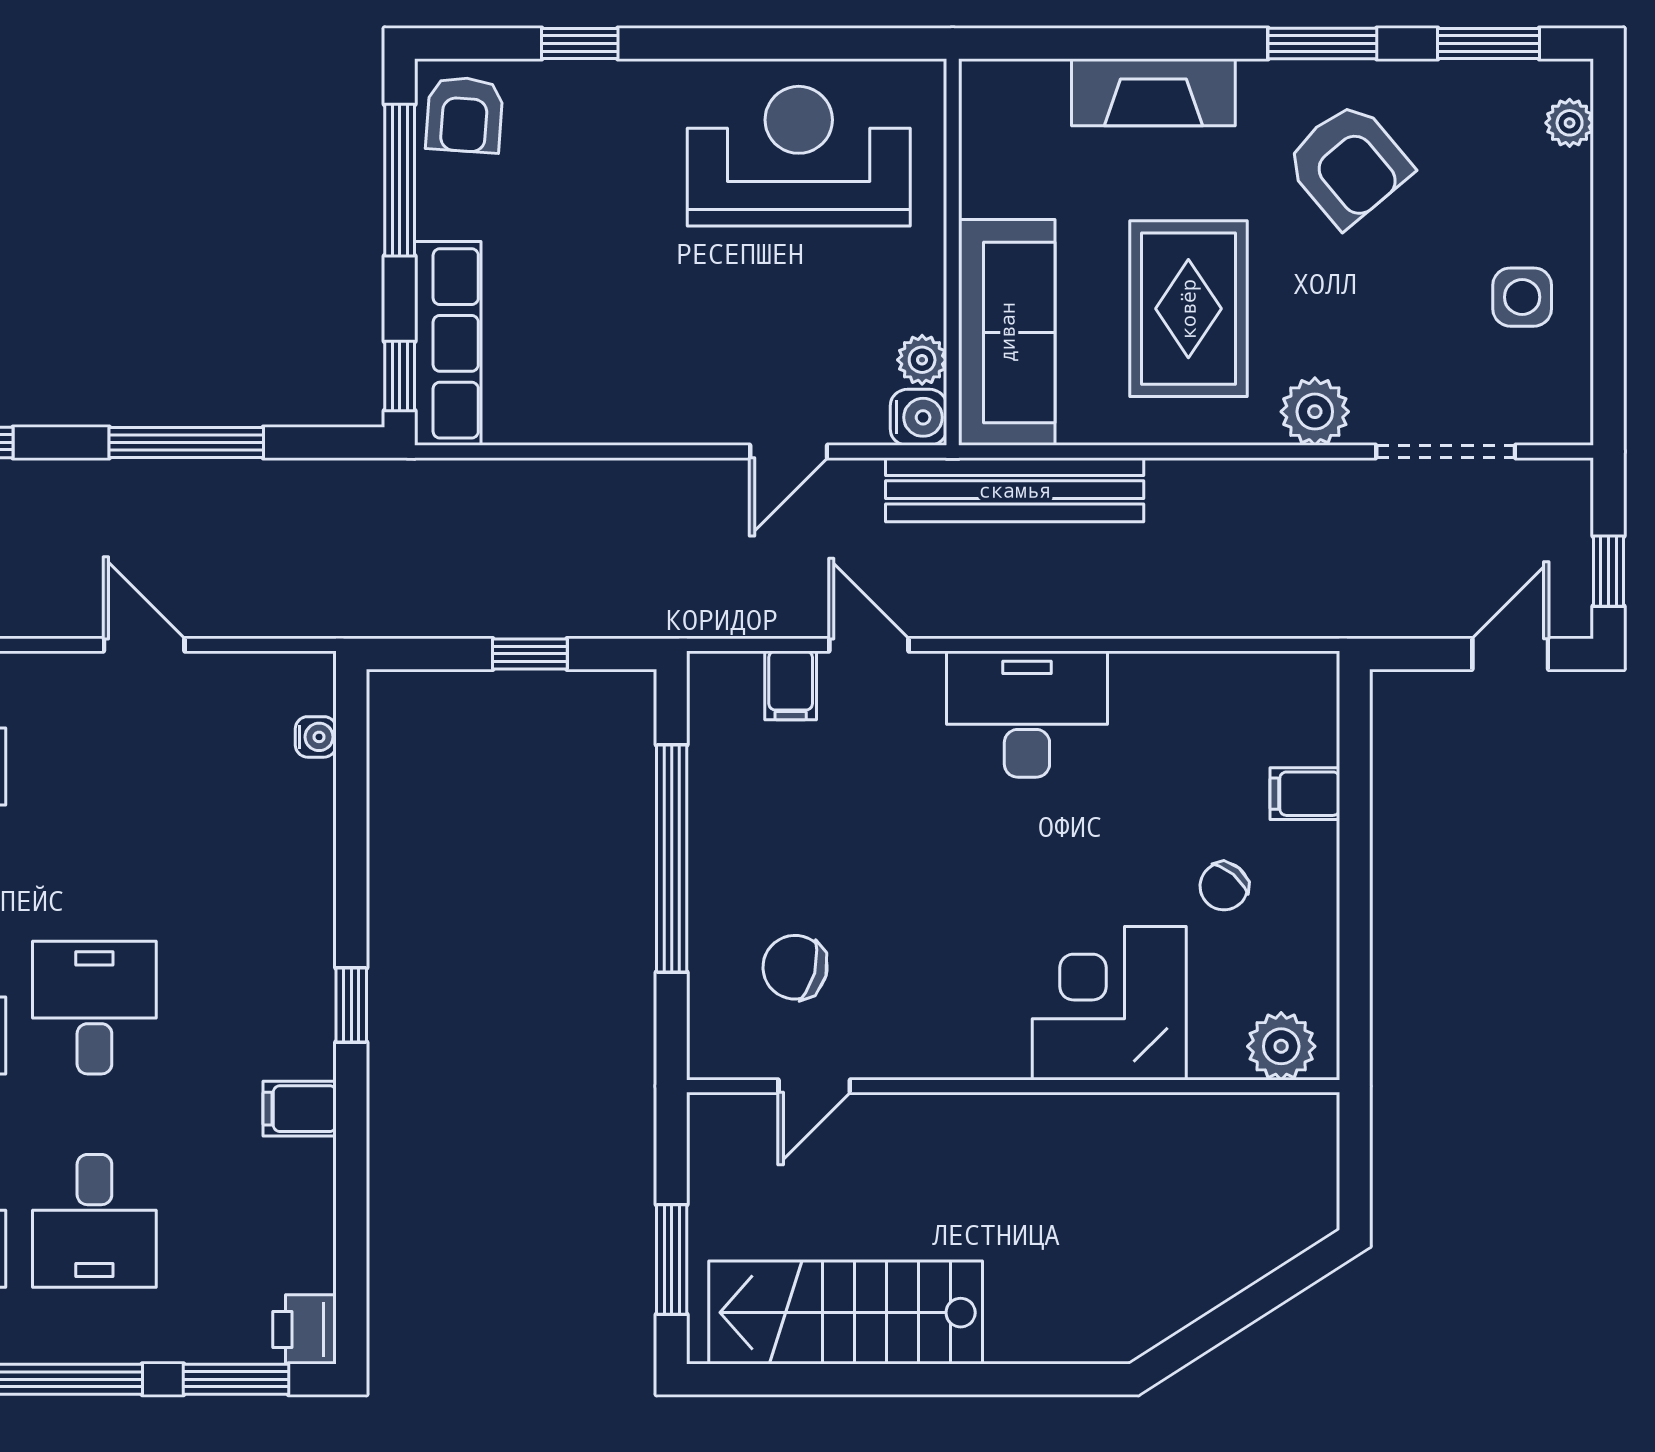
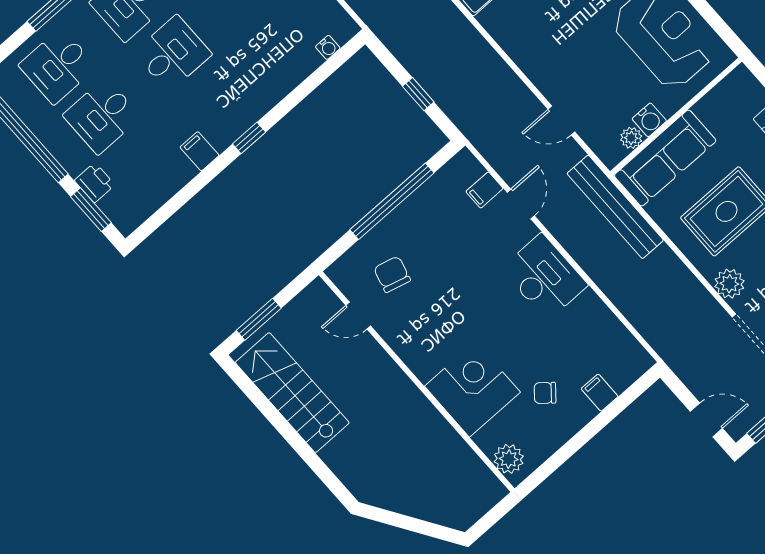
water cooler: (919, 417) -> (649, 120), moved
printer: (305, 1329) -> (95, 183), moved, turned 90

